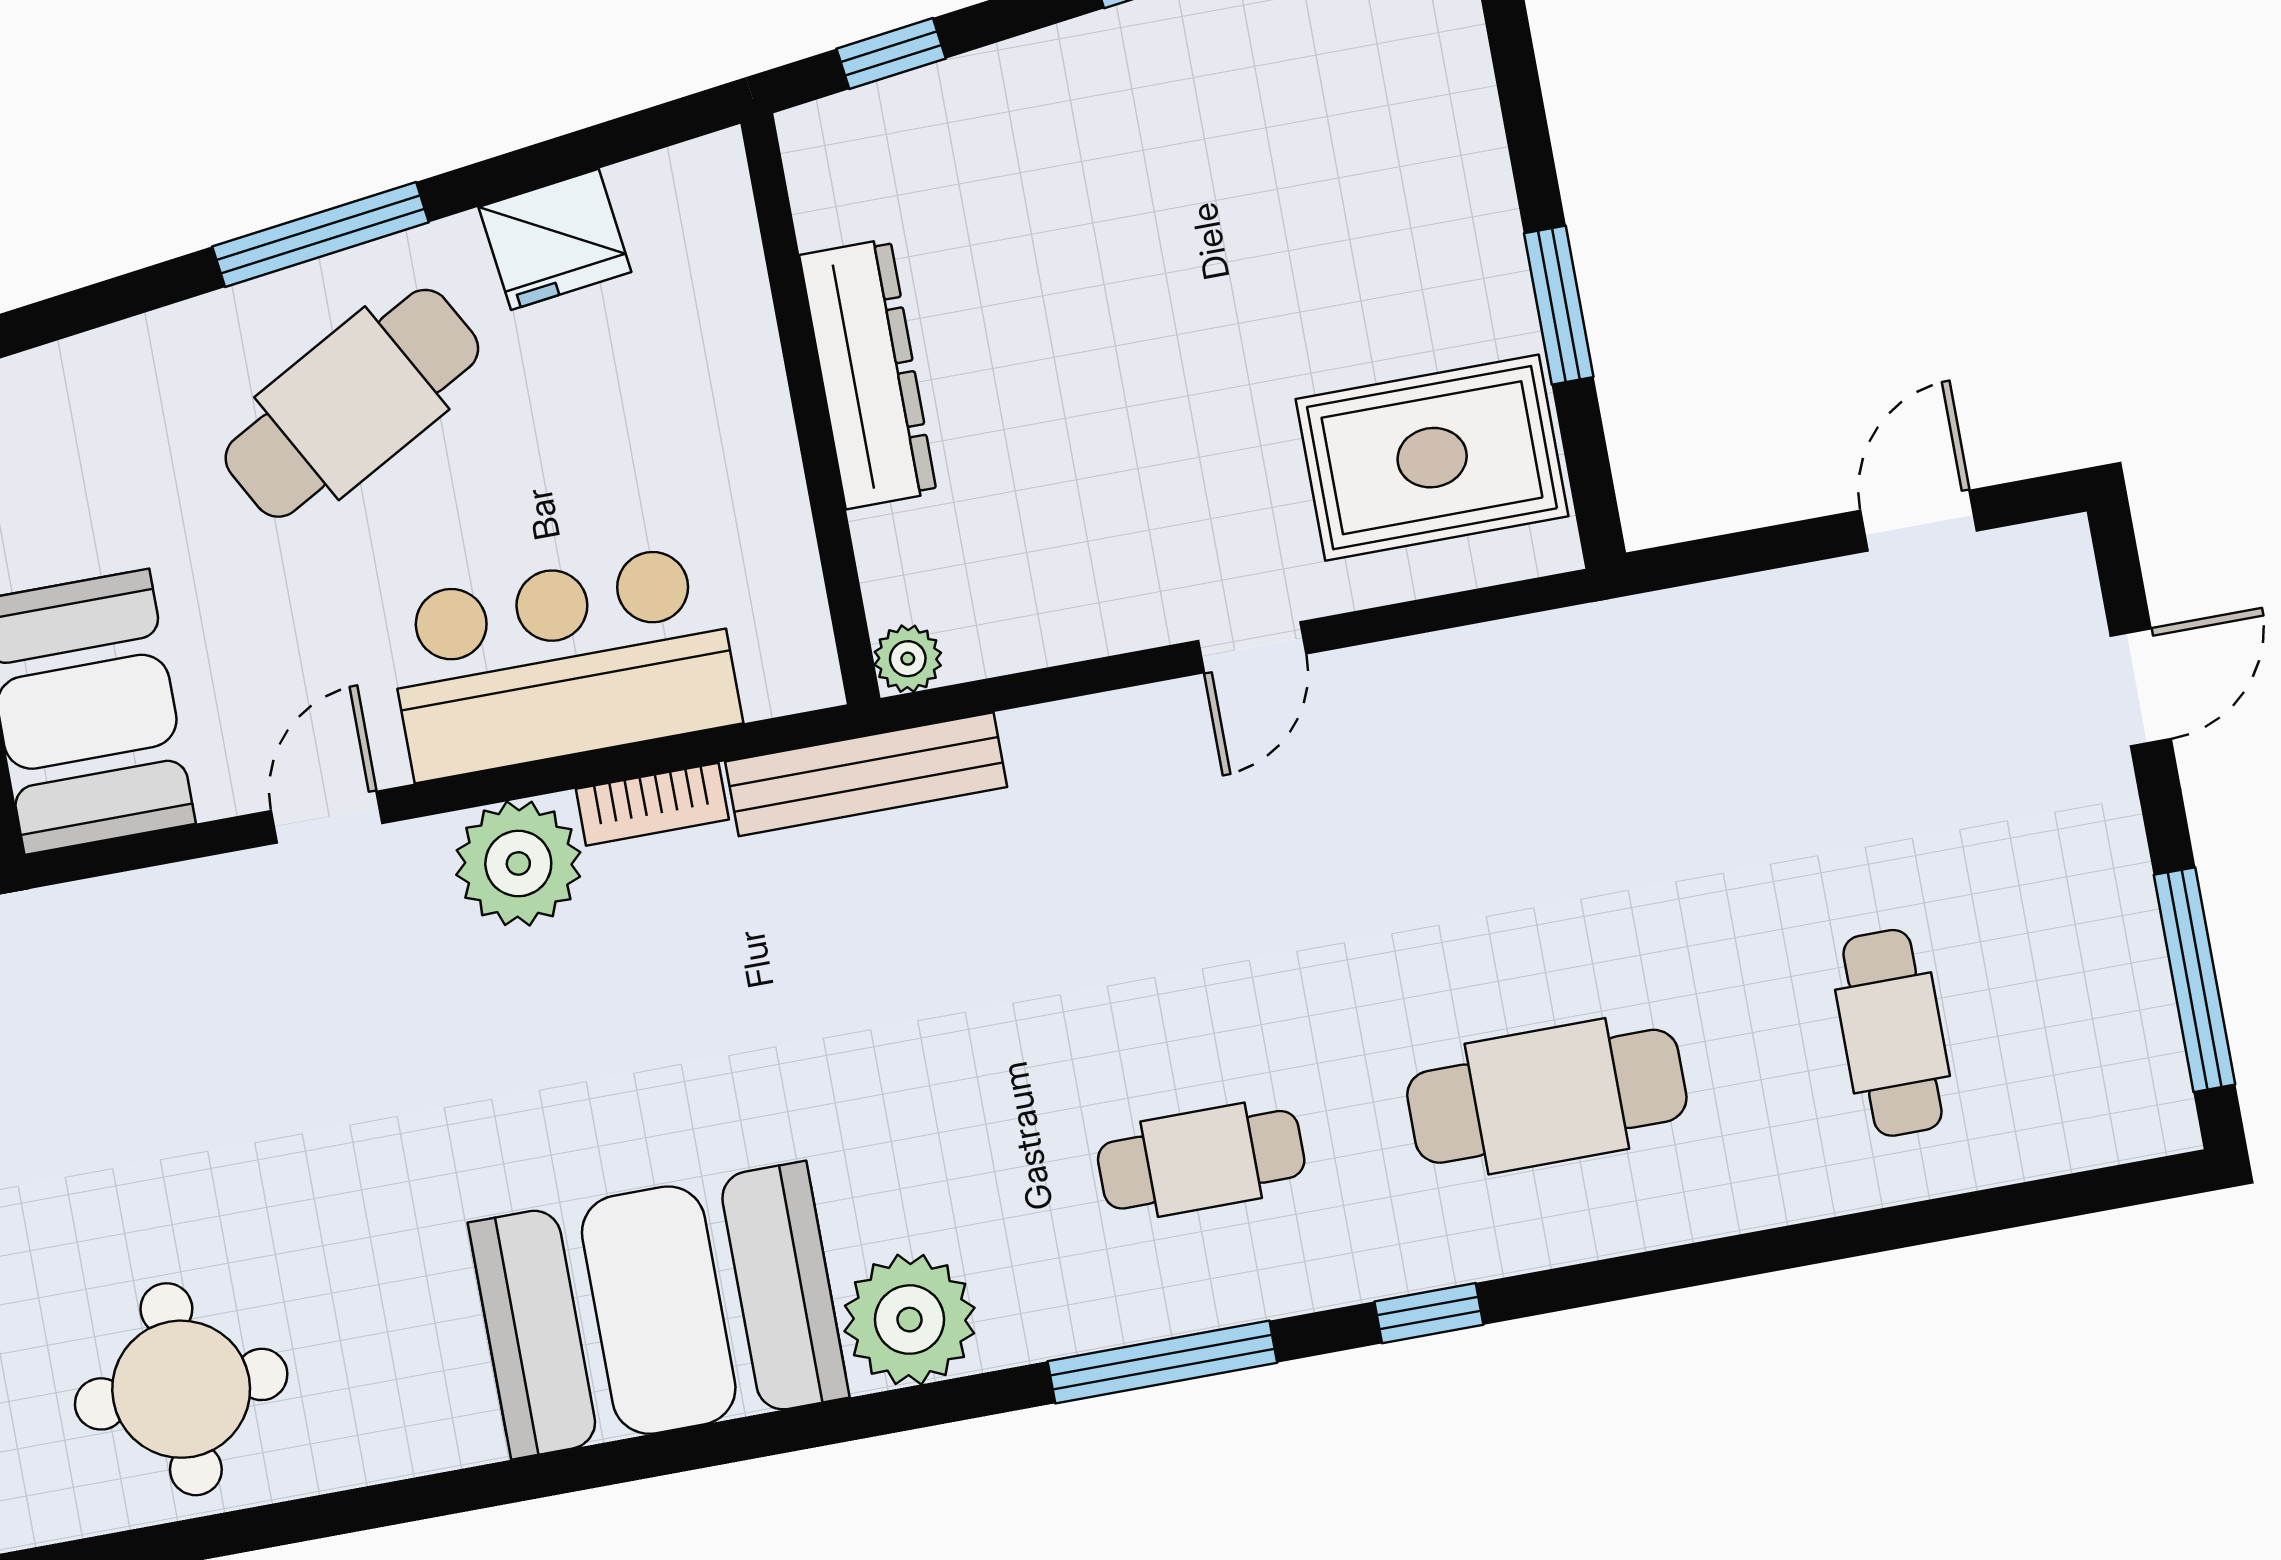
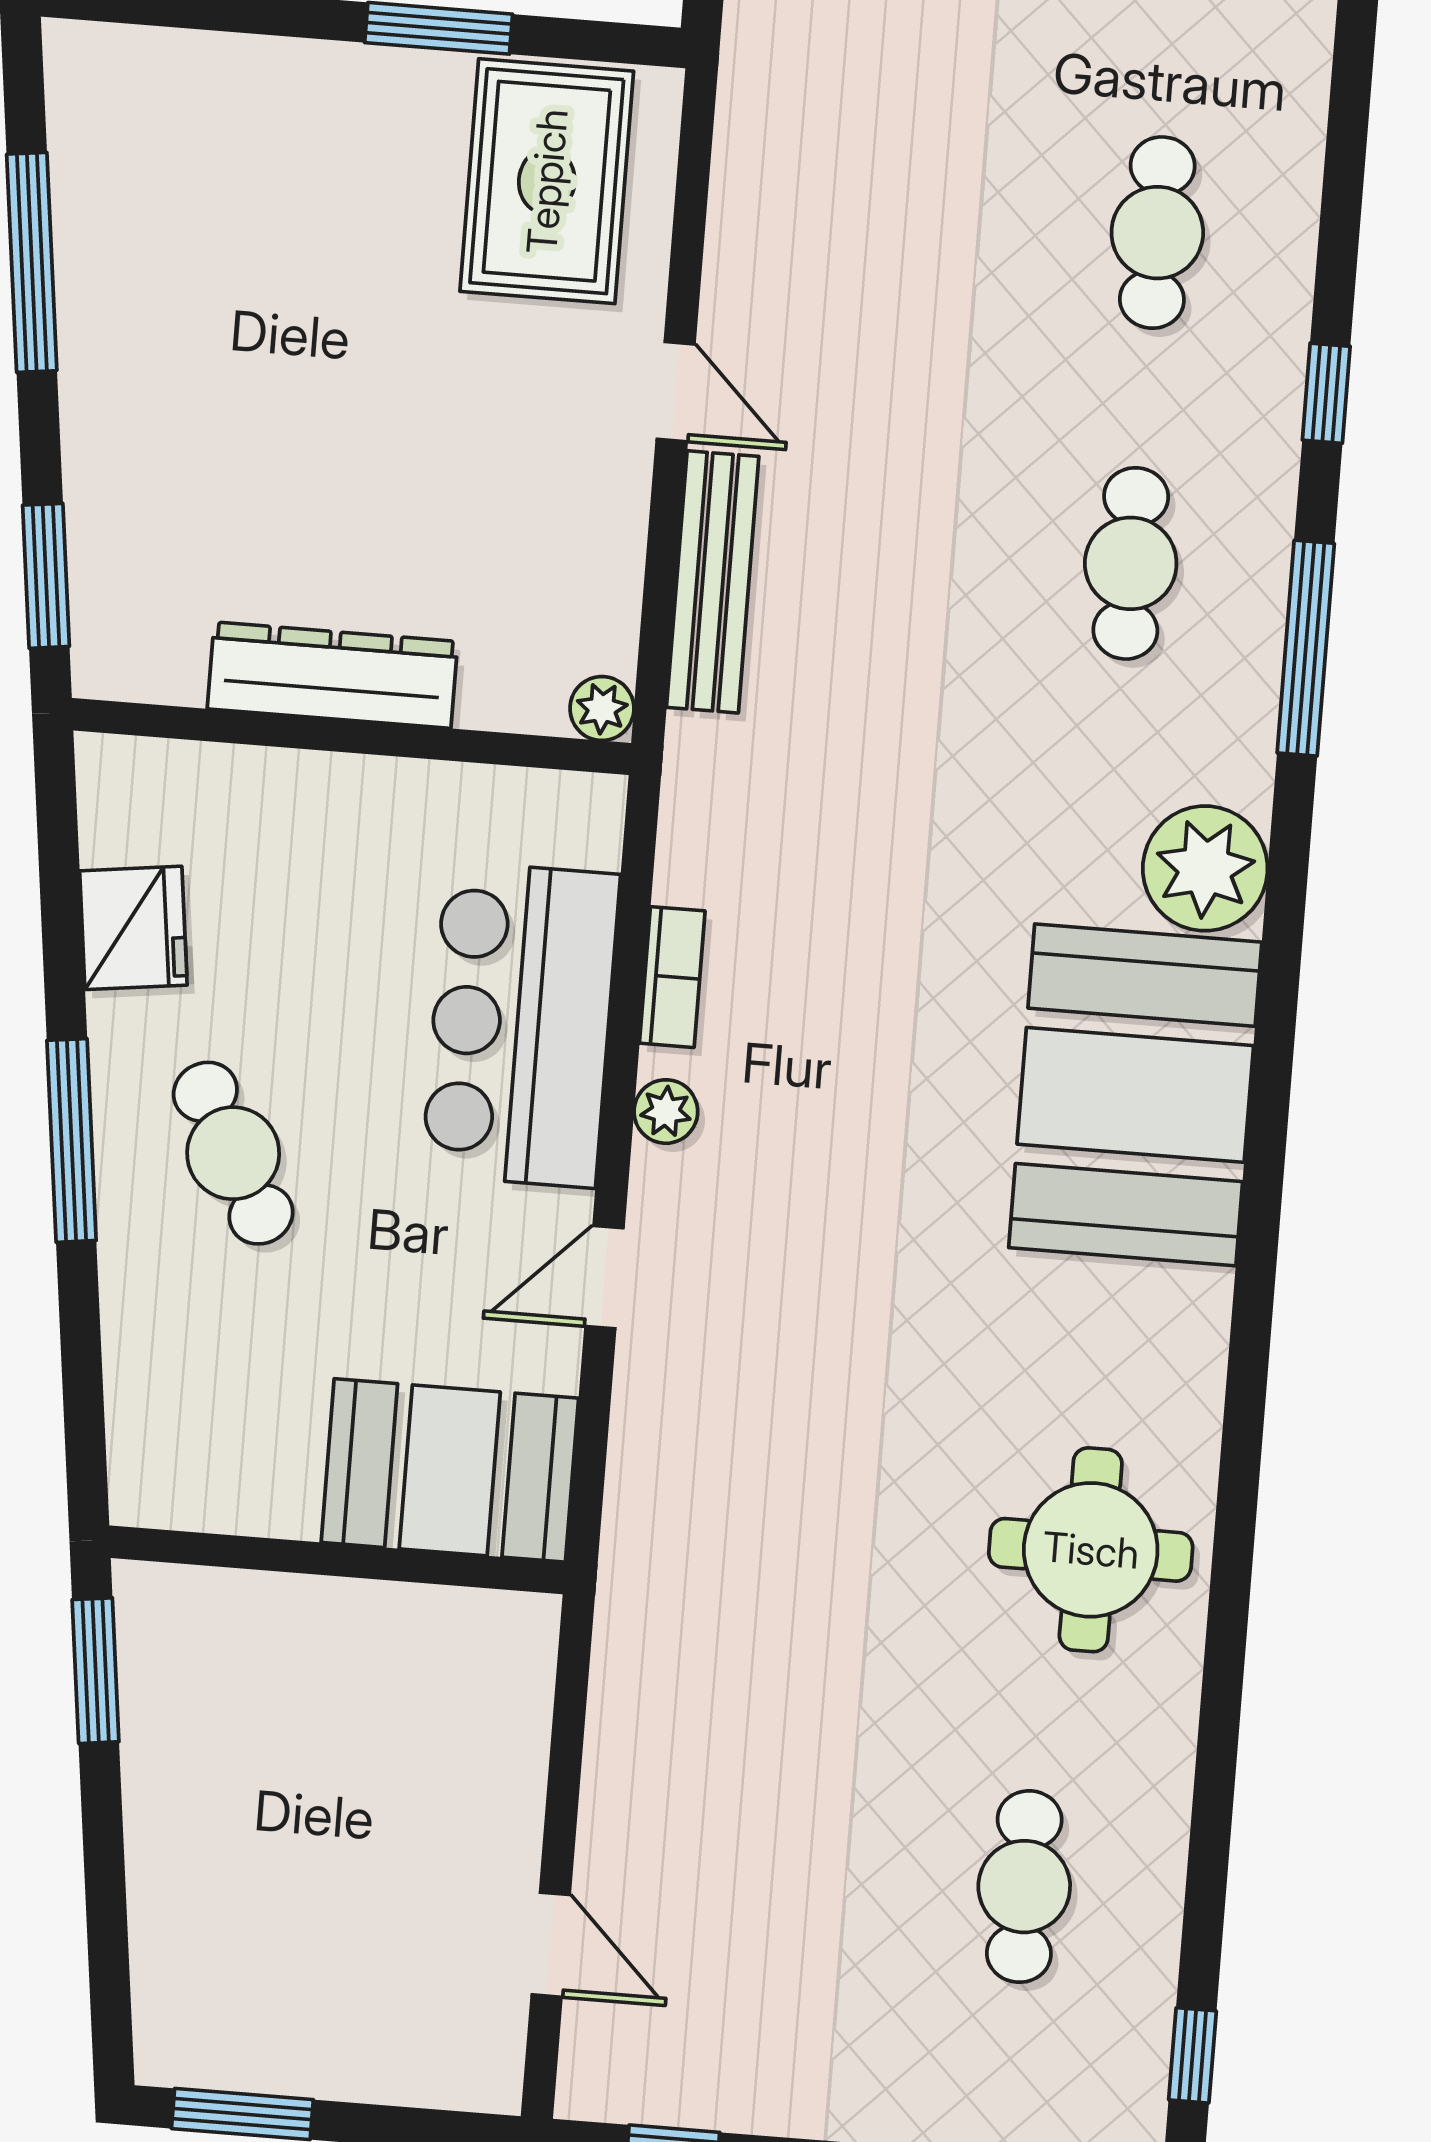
window: (891, 54) -> (46, 576), width x1.50
cafe table: (352, 403) -> (233, 1153), width x0.73, depth x0.74
bench: (866, 774) -> (713, 582), moved
door: (327, 817) -> (604, 1277), hinge flipped
plant: (518, 863) -> (666, 1112), width x0.53, depth x0.53
cafe table: (1547, 1096) -> (1157, 233), width x0.73, depth x0.74

